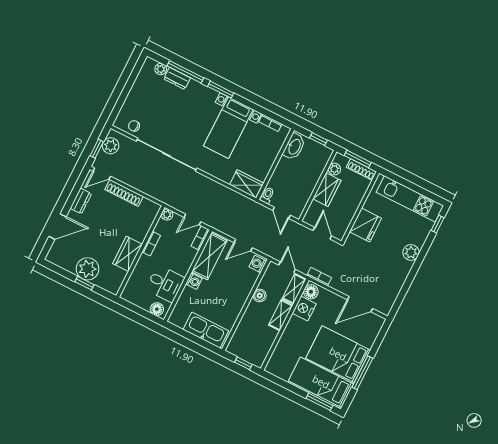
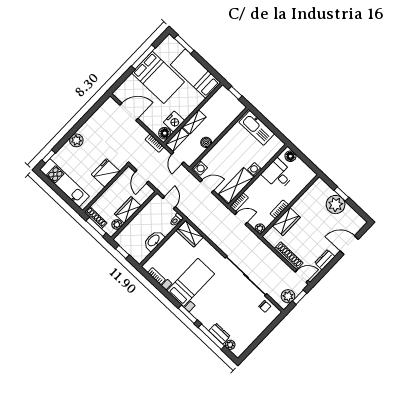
washbasin: (294, 147) -> (154, 241), moved
wardrobe: (127, 254) -> (286, 222), moved
bed: (321, 382) -> (196, 74), moved, turned 180

